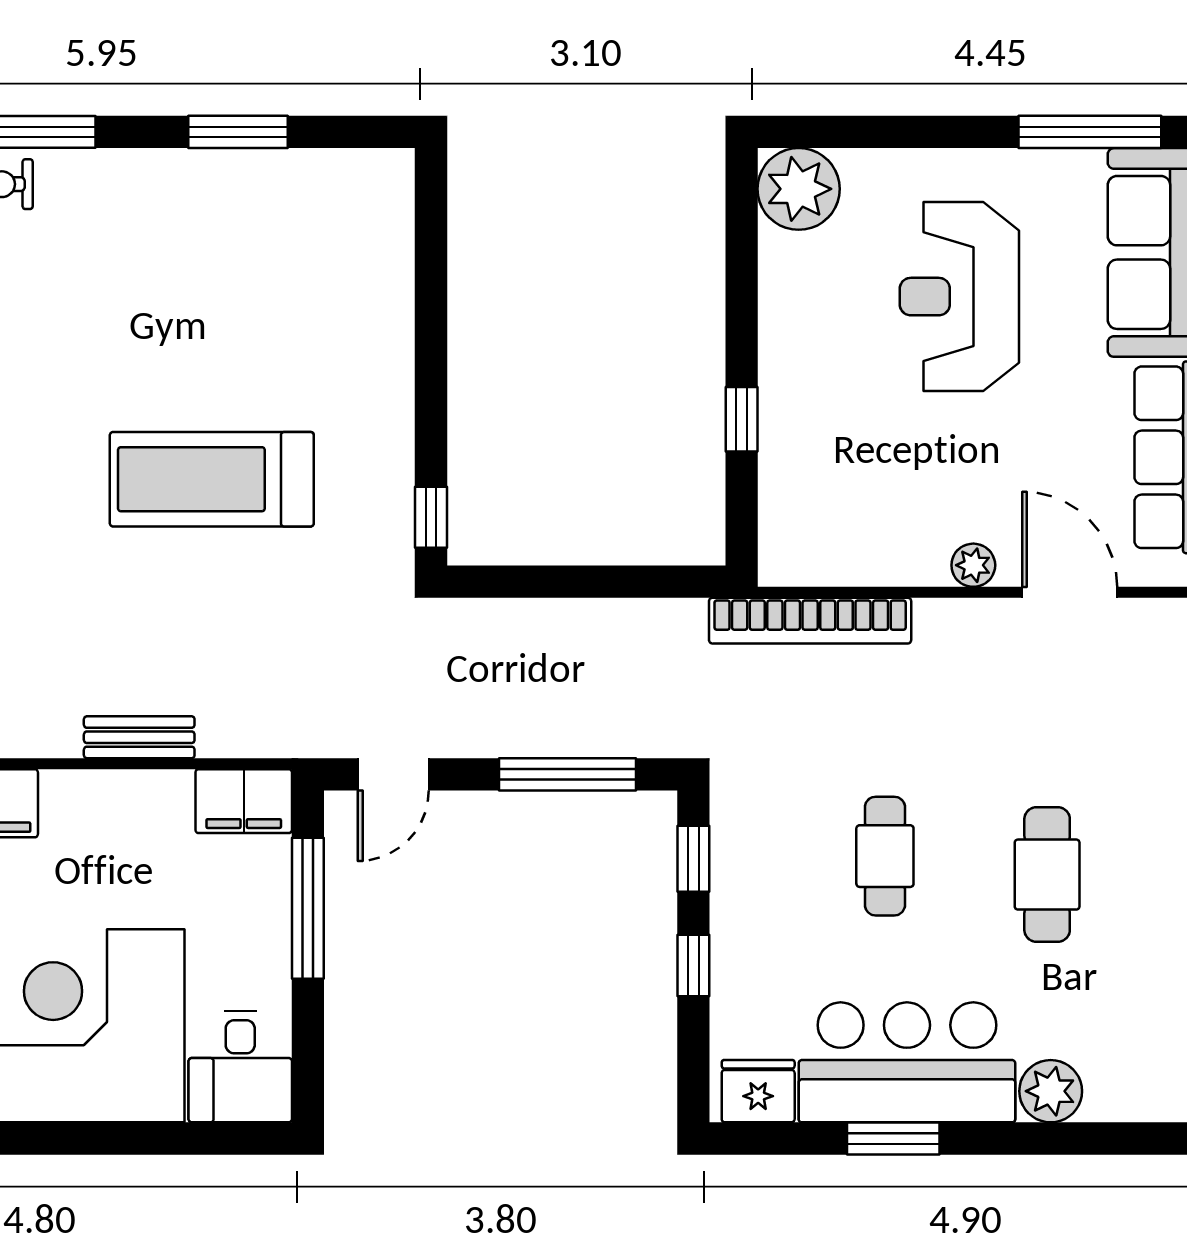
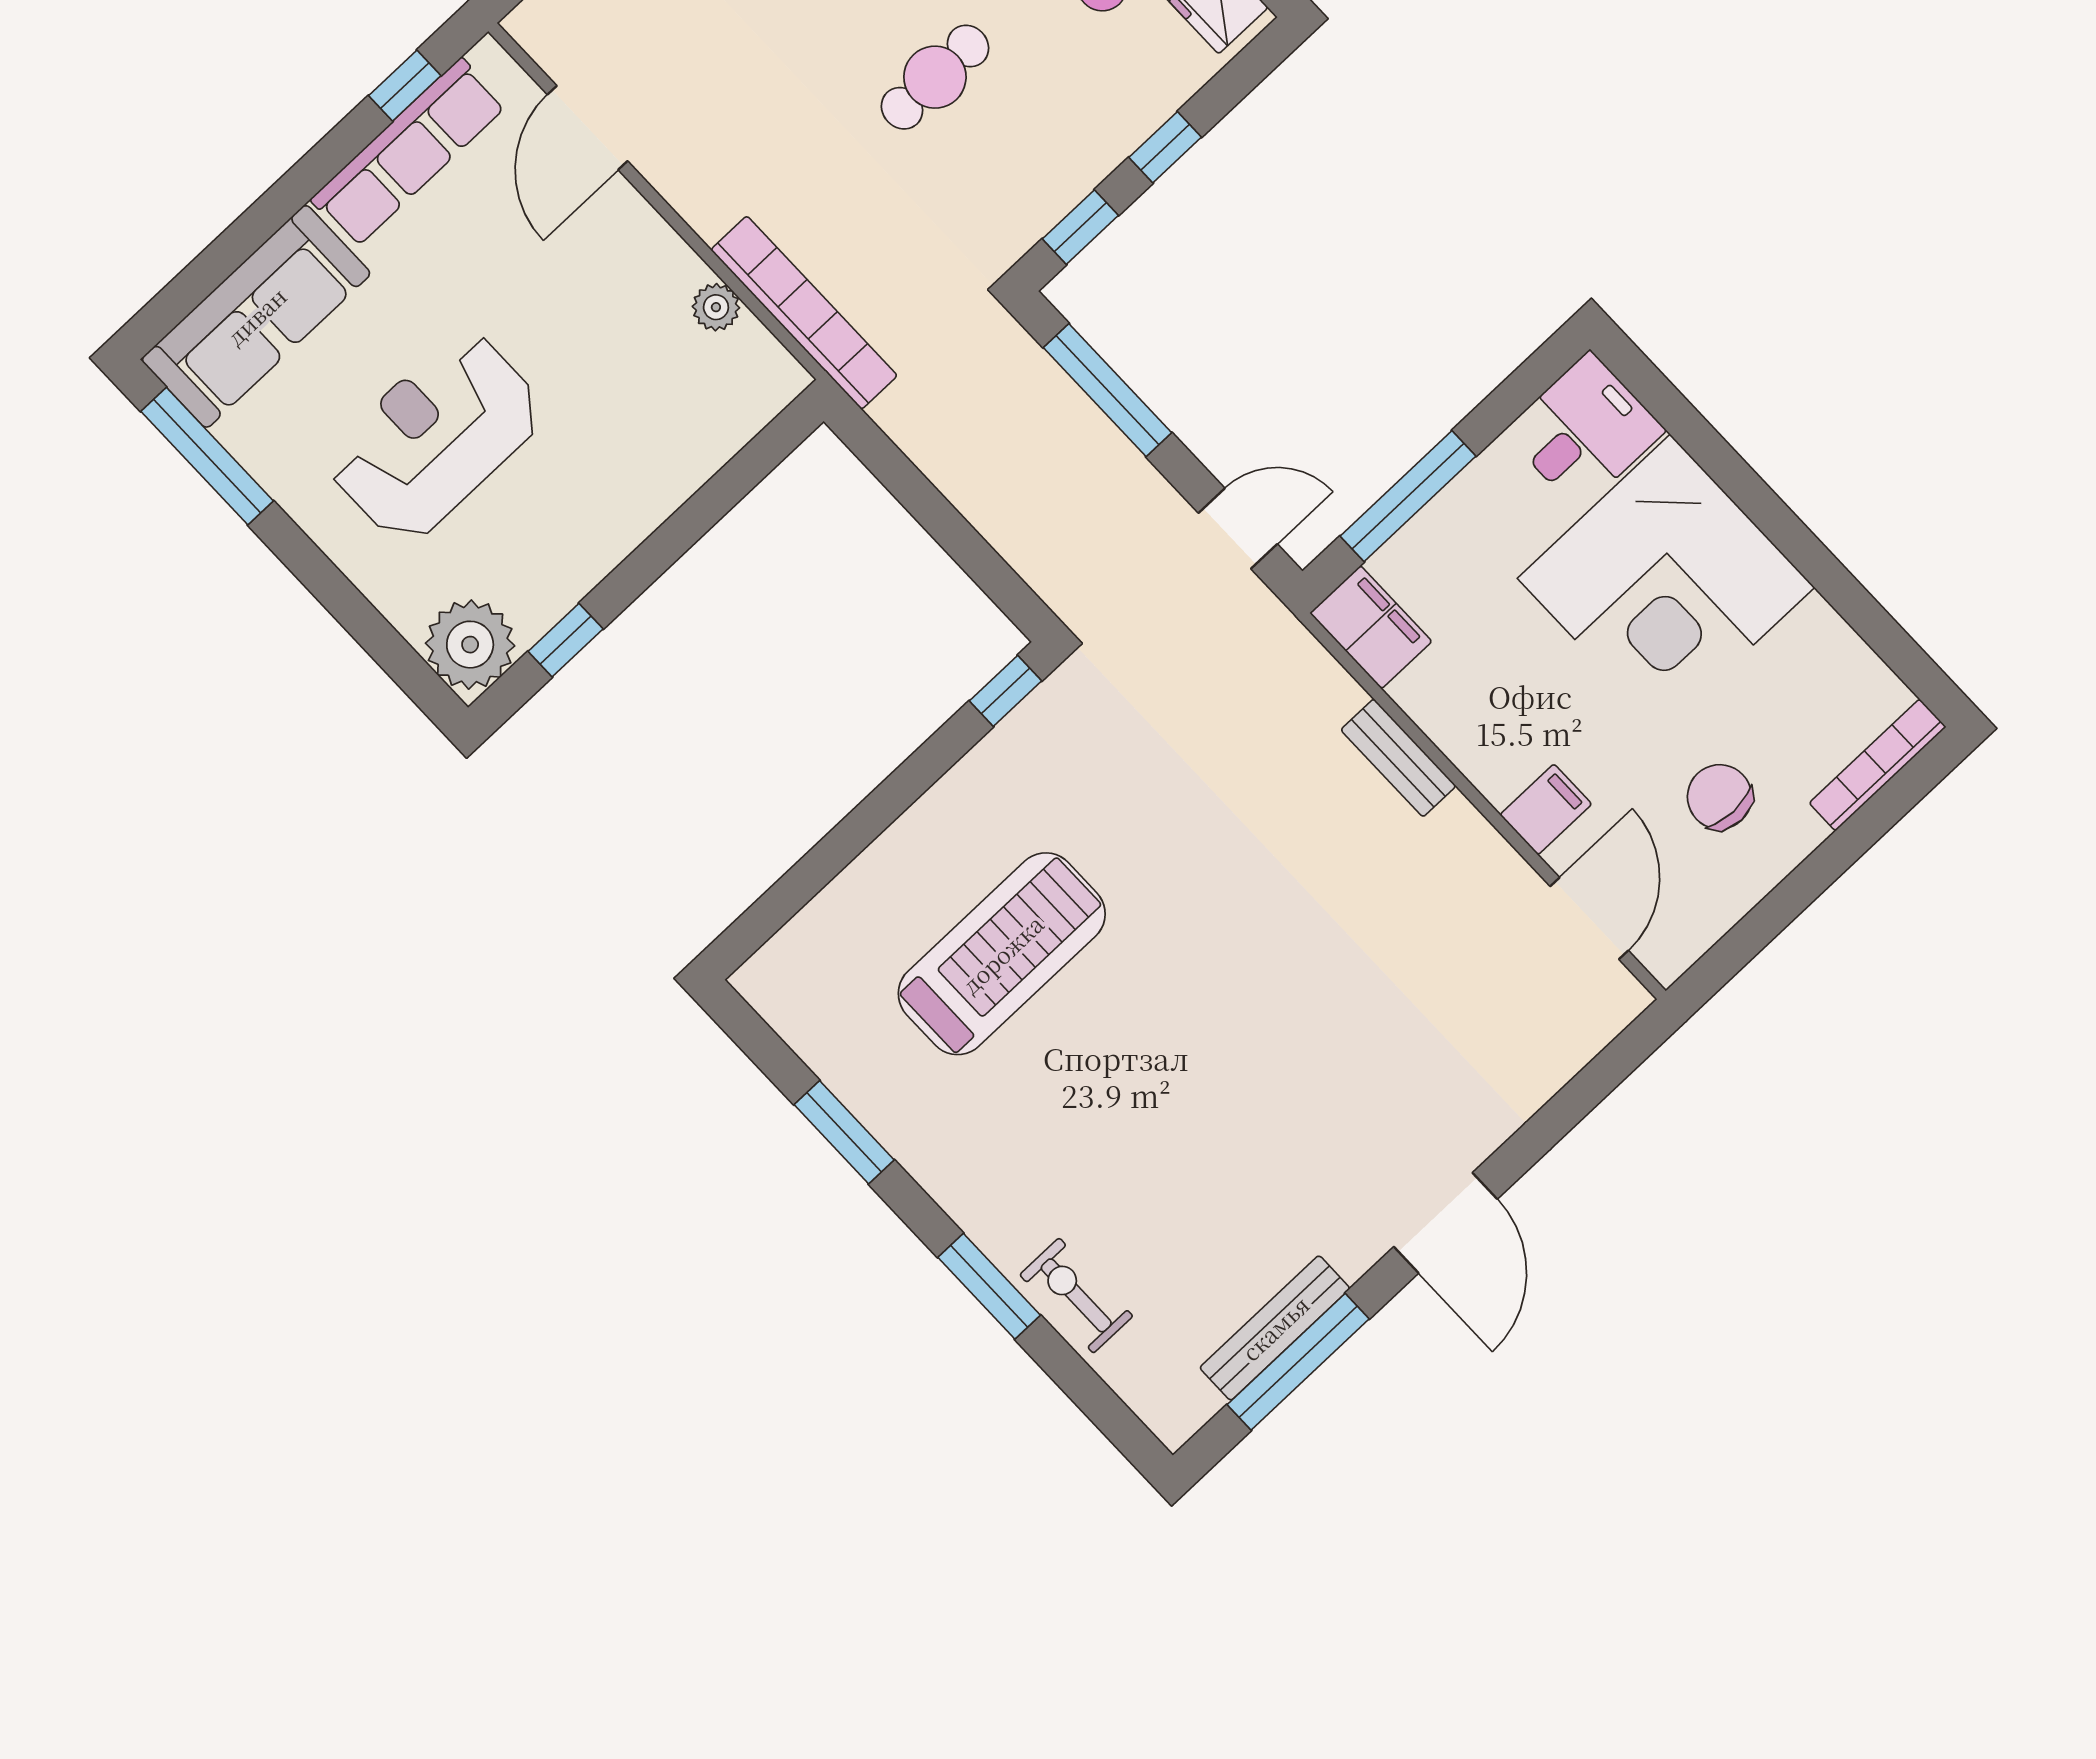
reception desk: (959, 297) -> (435, 437), turned 180
window: (742, 419) -> (566, 640), moved
treadmill: (212, 479) -> (1002, 954), moved, turned -90
plant: (973, 565) -> (716, 307), moved

